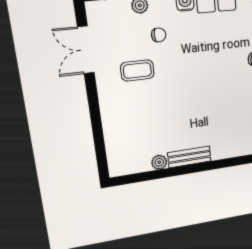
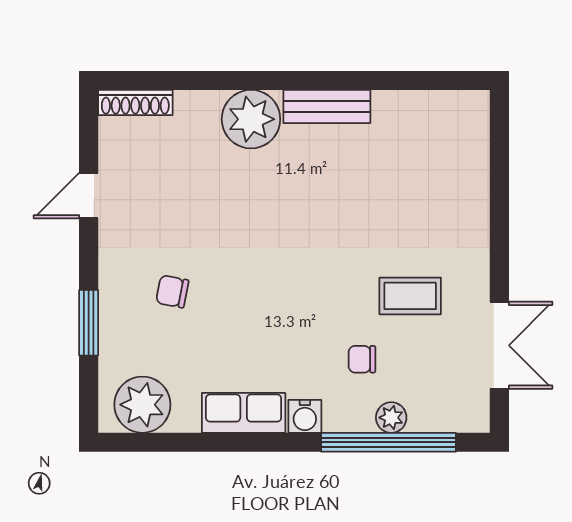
plant: (159, 162) -> (251, 119), moved, width x1.88, depth x1.88

